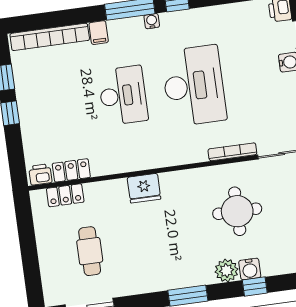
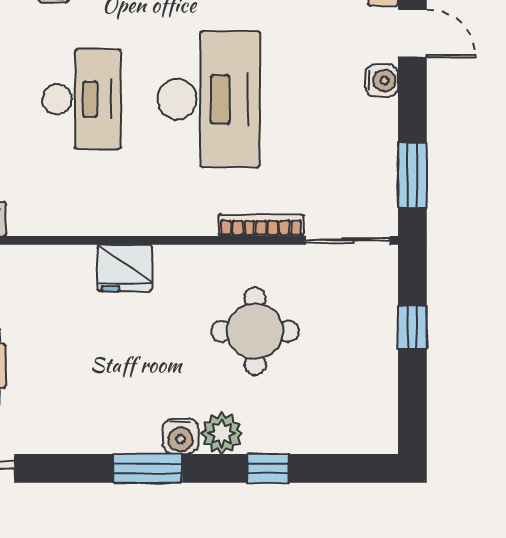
fridge: (144, 188) -> (125, 268), moved
water cooler: (250, 269) -> (180, 436), moved

